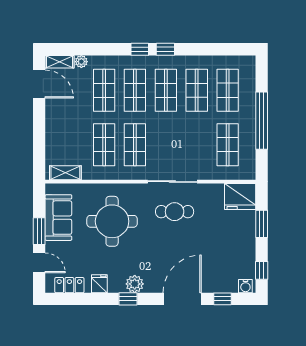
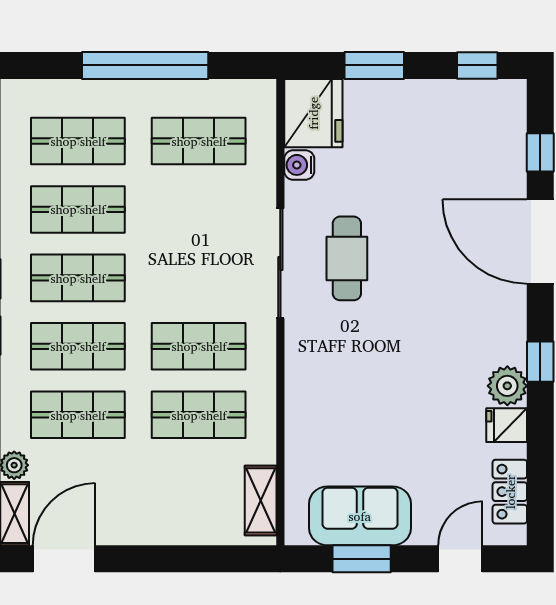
round table: (112, 221) -> (368, 397), removed
window: (39, 231) -> (362, 559), moved
plant: (135, 284) -> (507, 386), moved
water cooler: (245, 286) -> (299, 165), moved, turned 180

